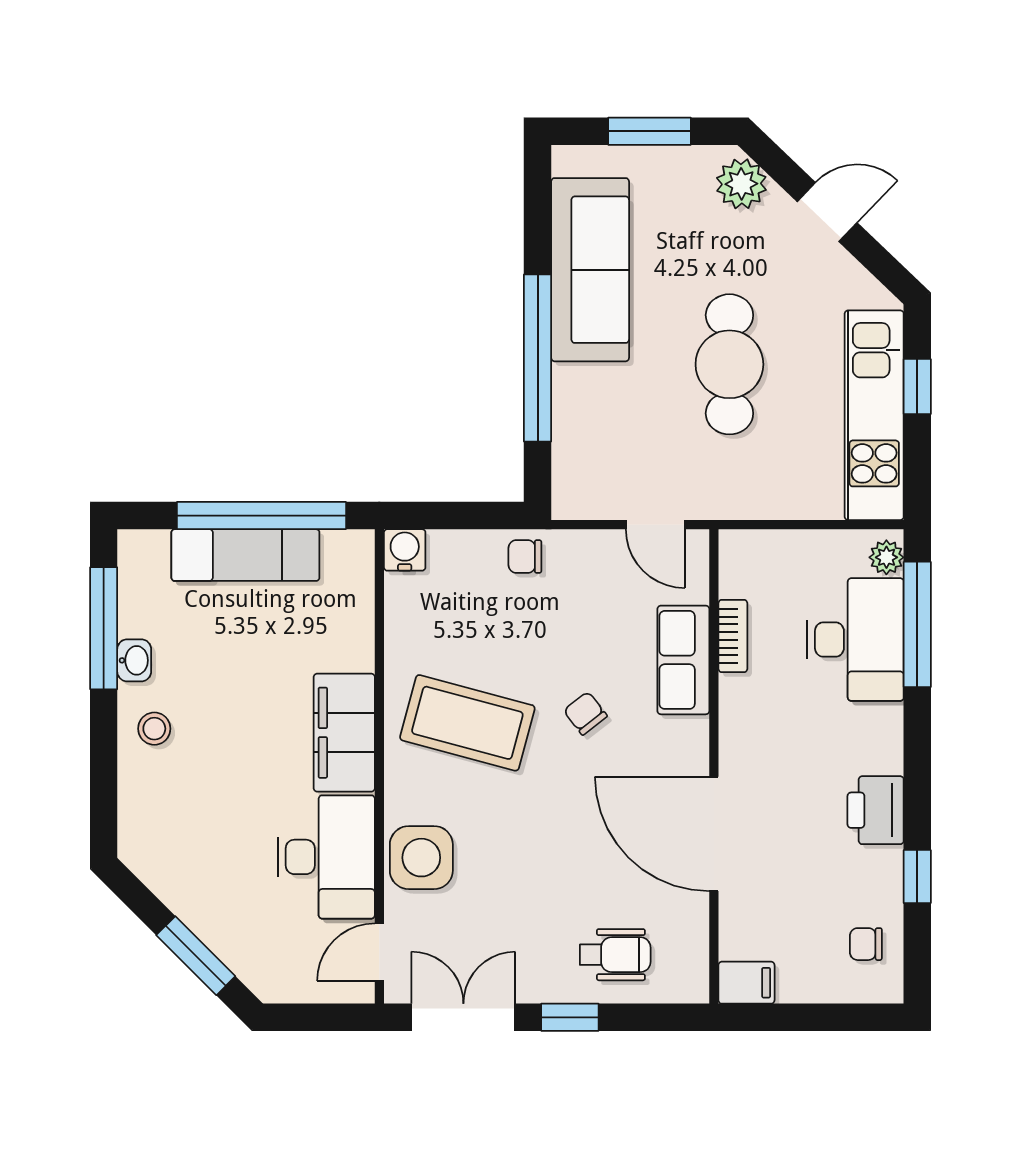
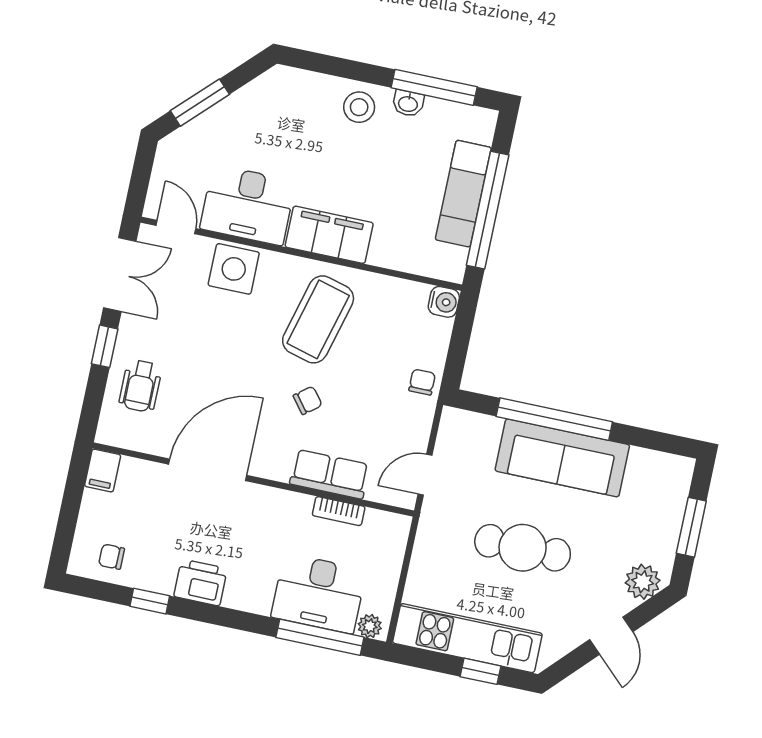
sofa: (590, 270) -> (562, 458), moved
stool: (154, 729) -> (359, 107), width x1.37, depth x1.37
chair: (866, 944) -> (112, 557), turned -90

